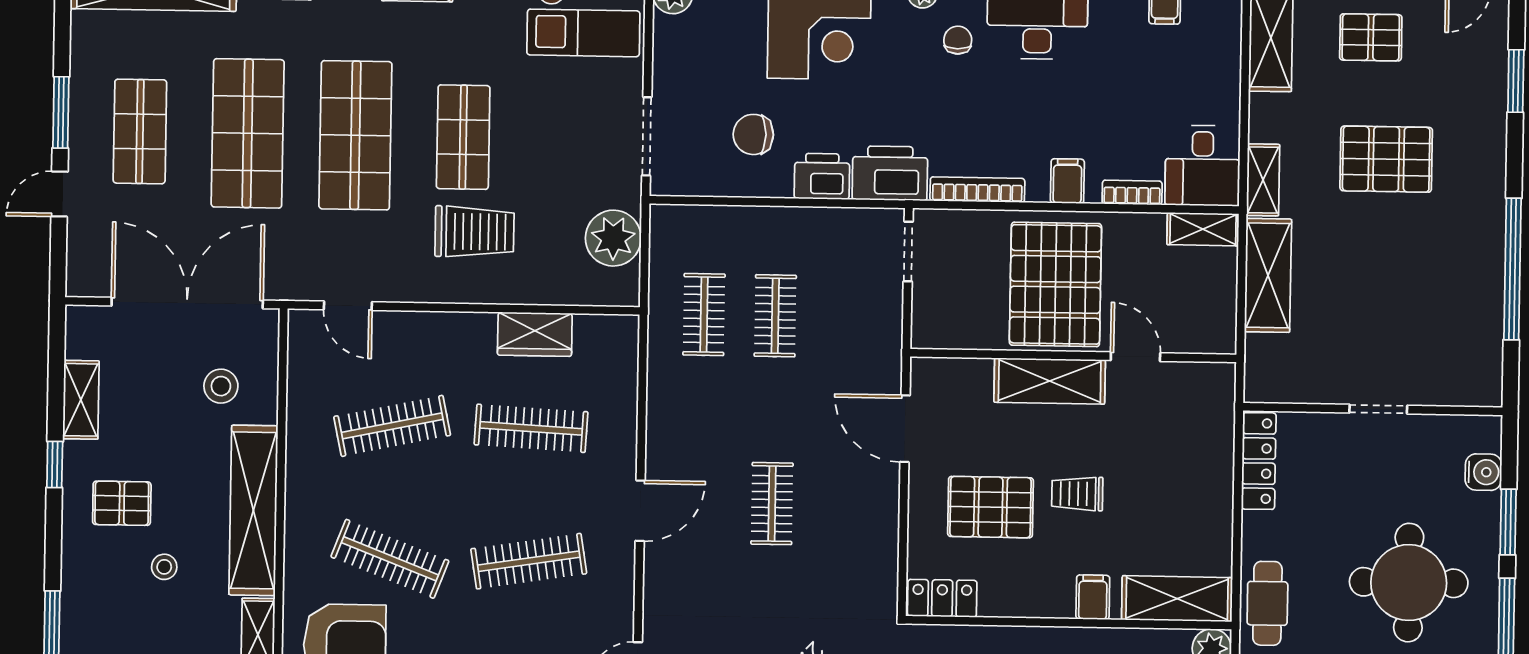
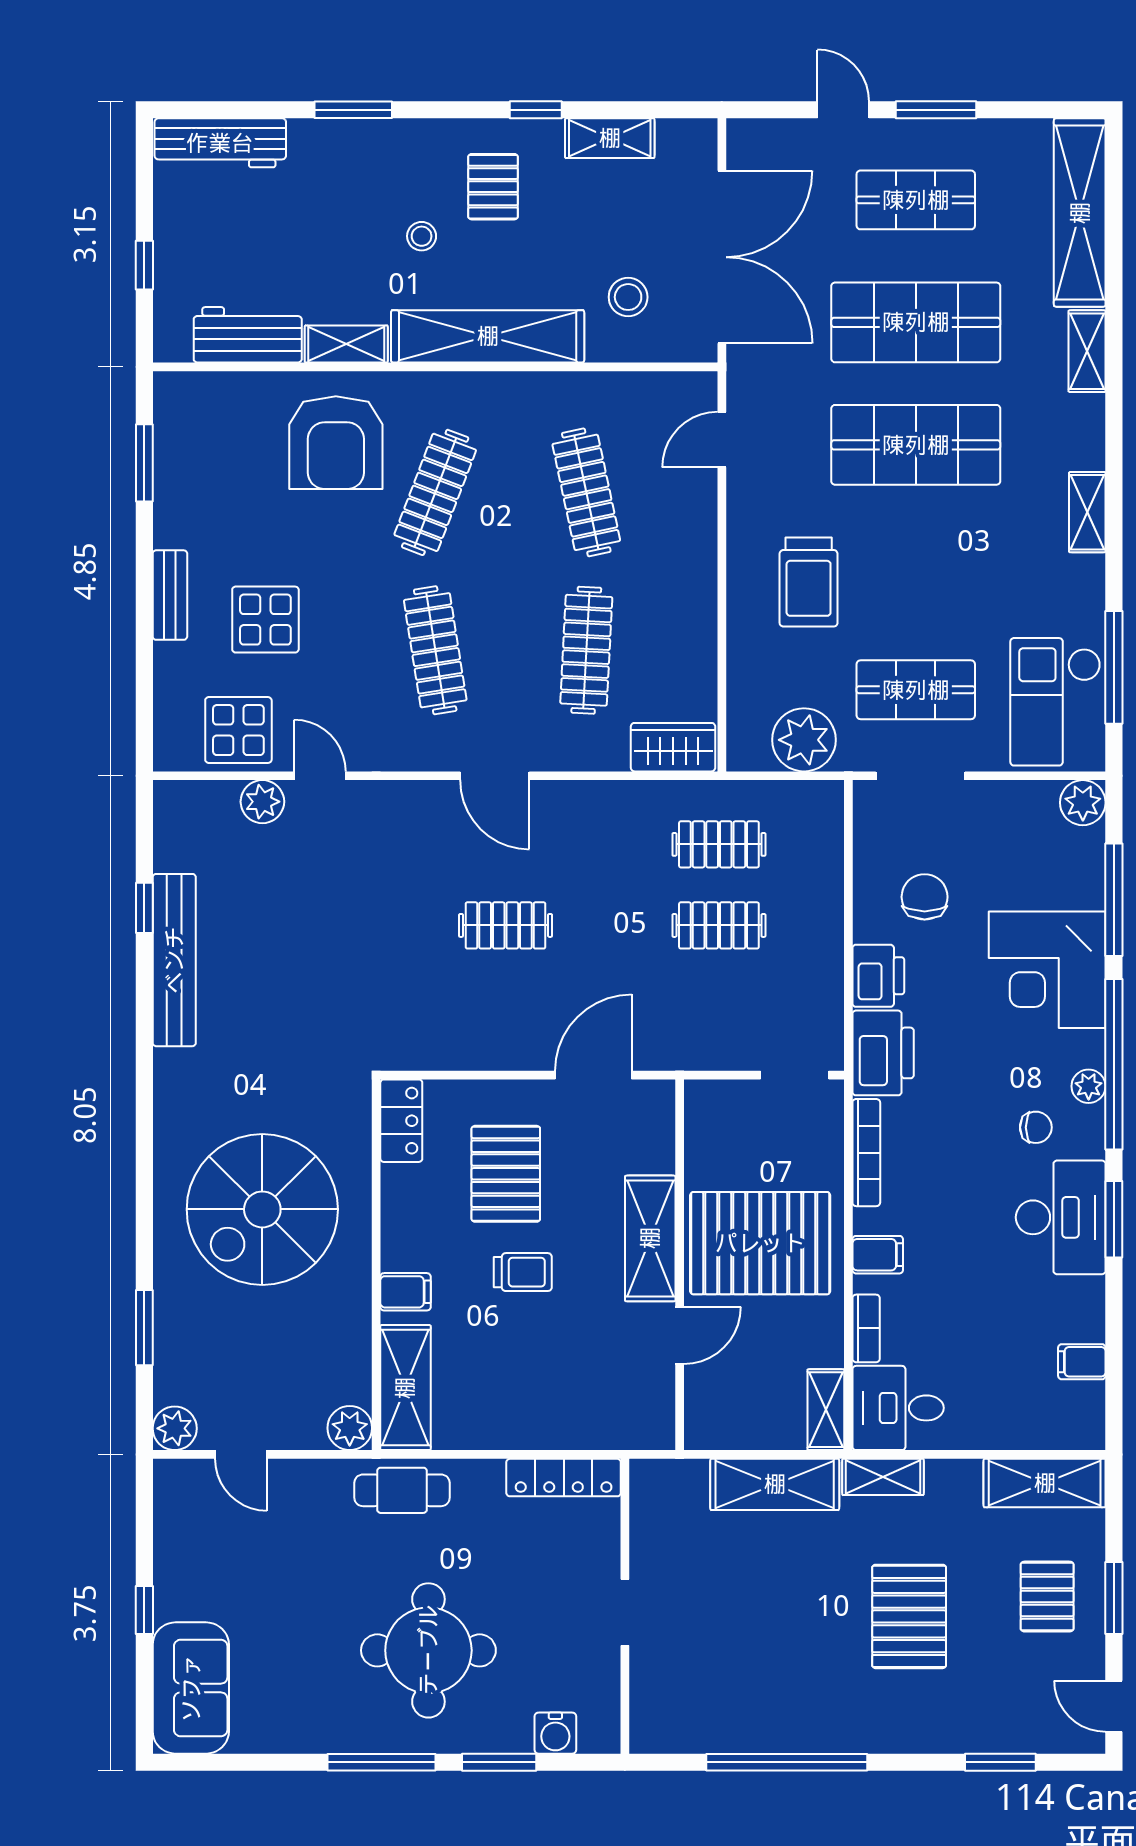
shop shelf: (463, 137) -> (916, 690), moved
wardrobe: (535, 334) -> (673, 747), moved, turned 90
trolley: (1077, 494) -> (523, 1272), turned 90

